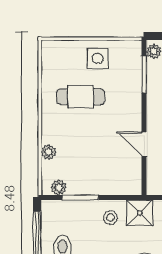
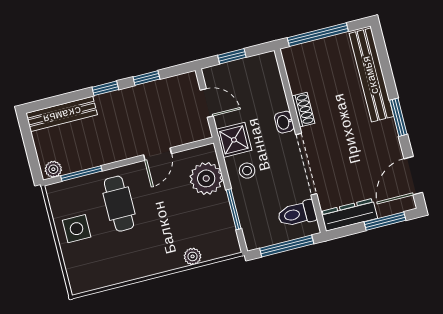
cafe table: (81, 97) -> (119, 204), moved
plant: (59, 188) -> (206, 178), moved, width x1.88, depth x1.88

